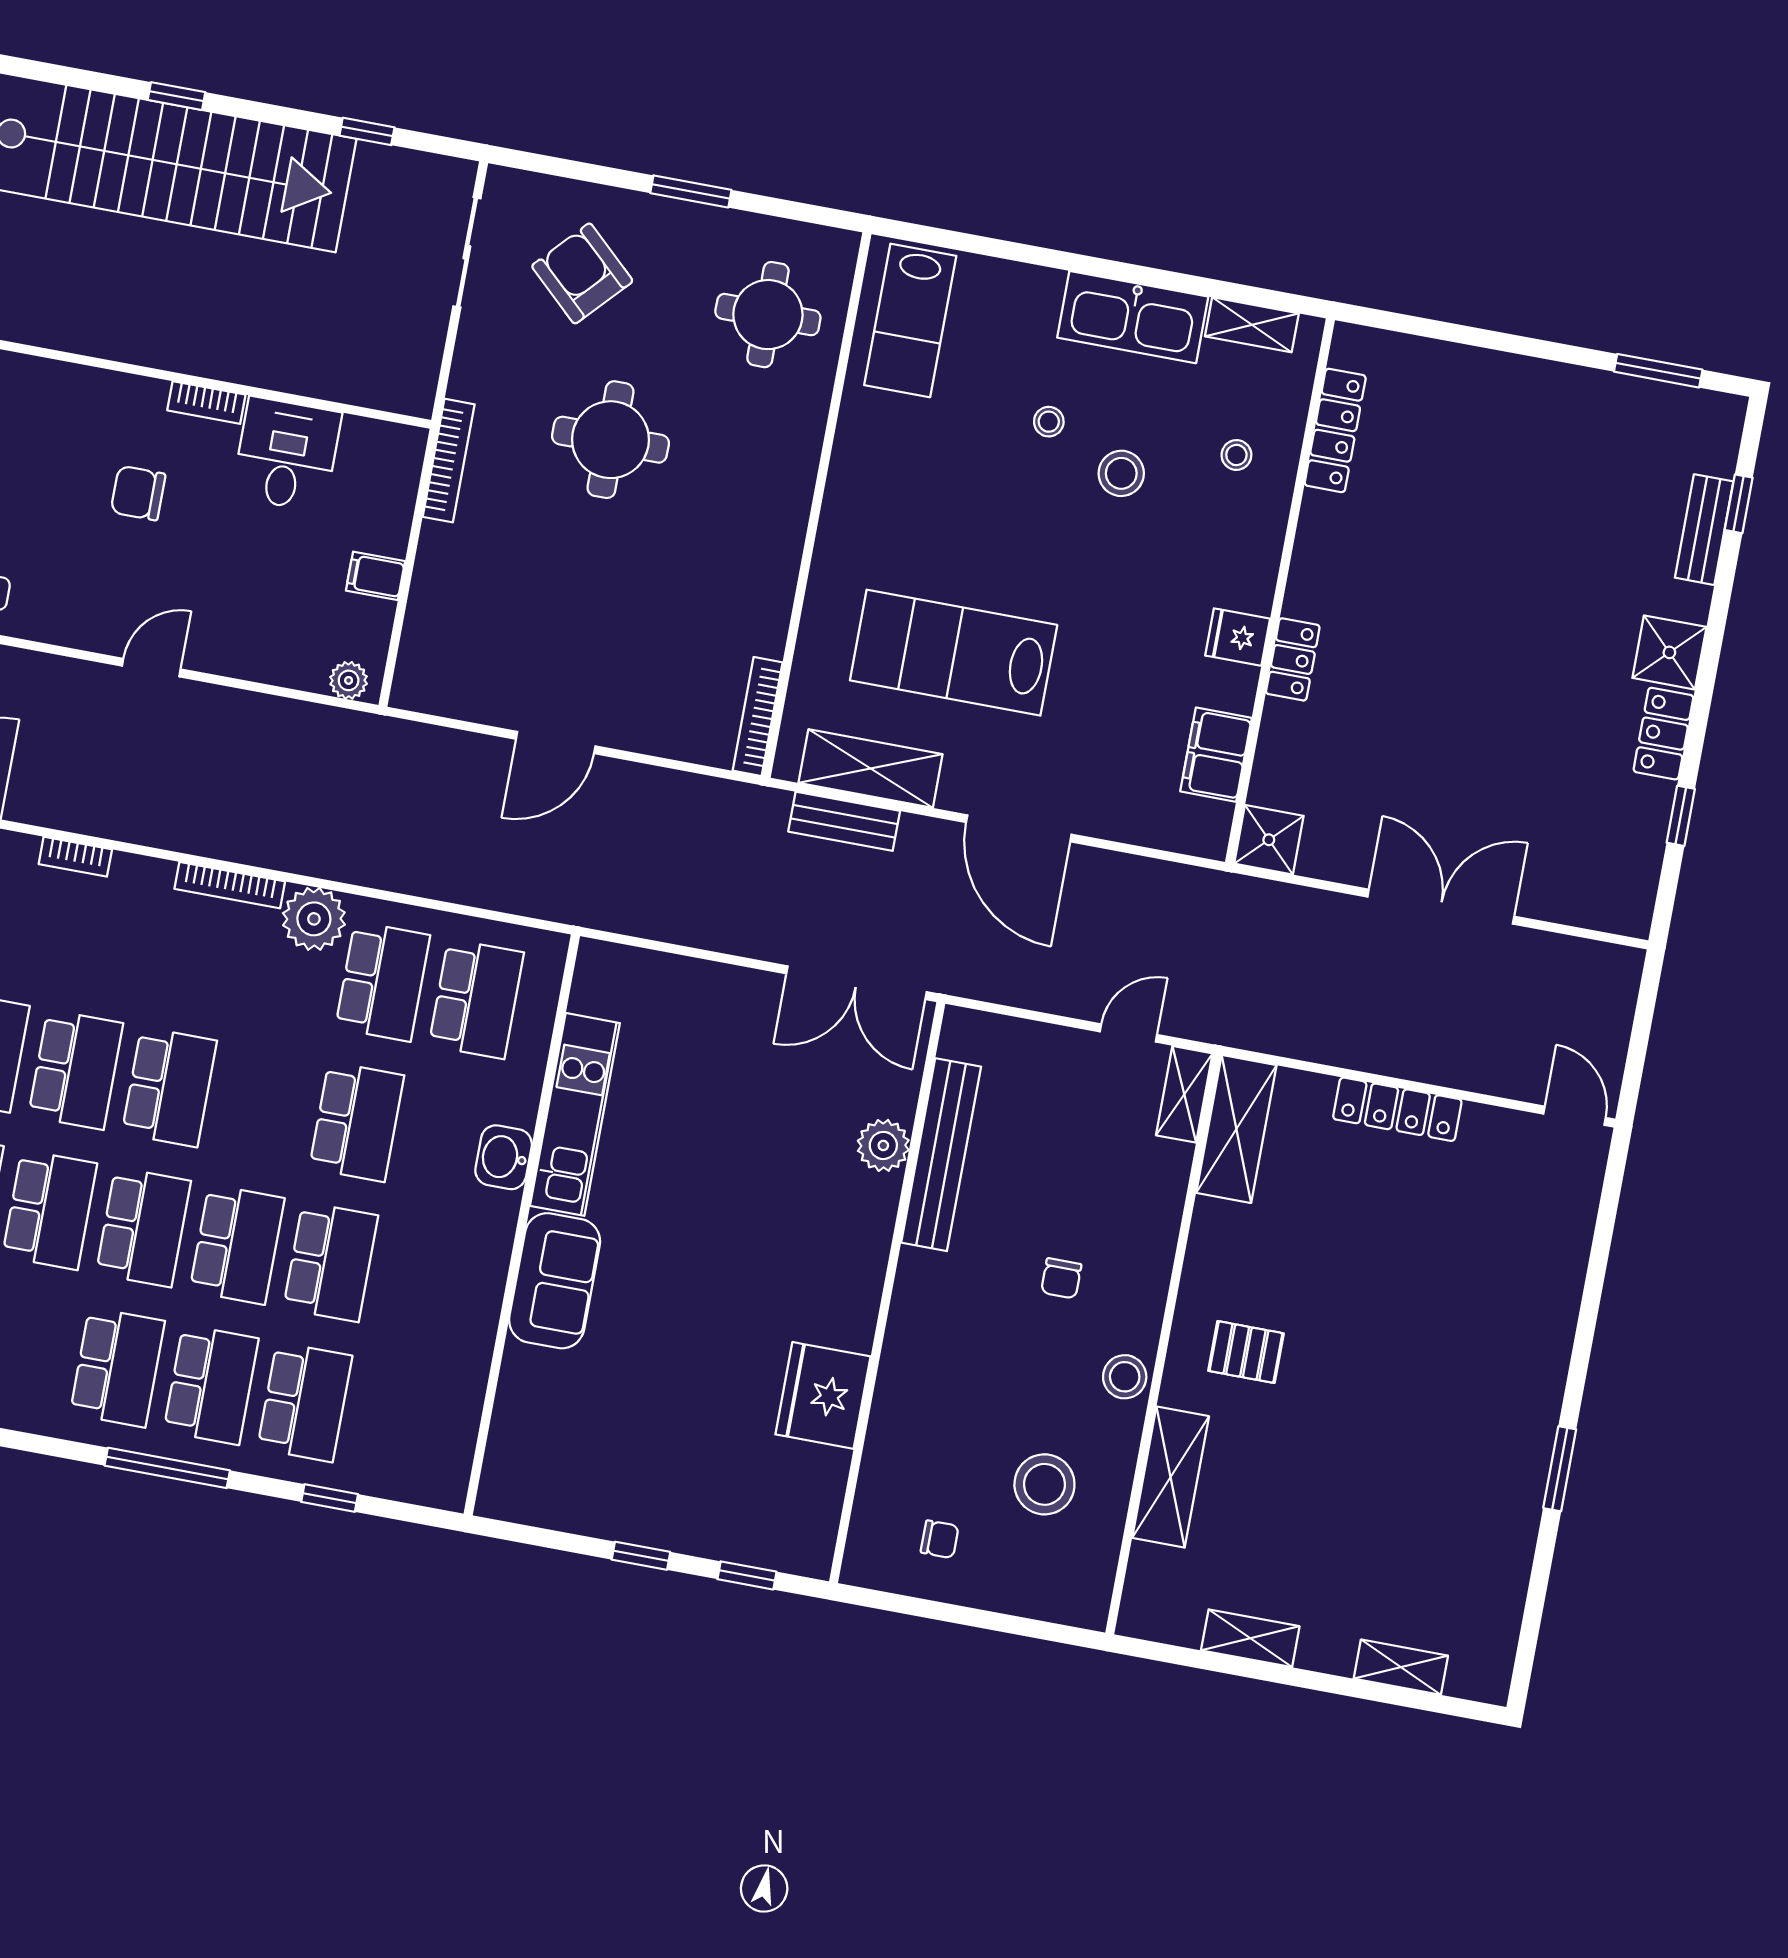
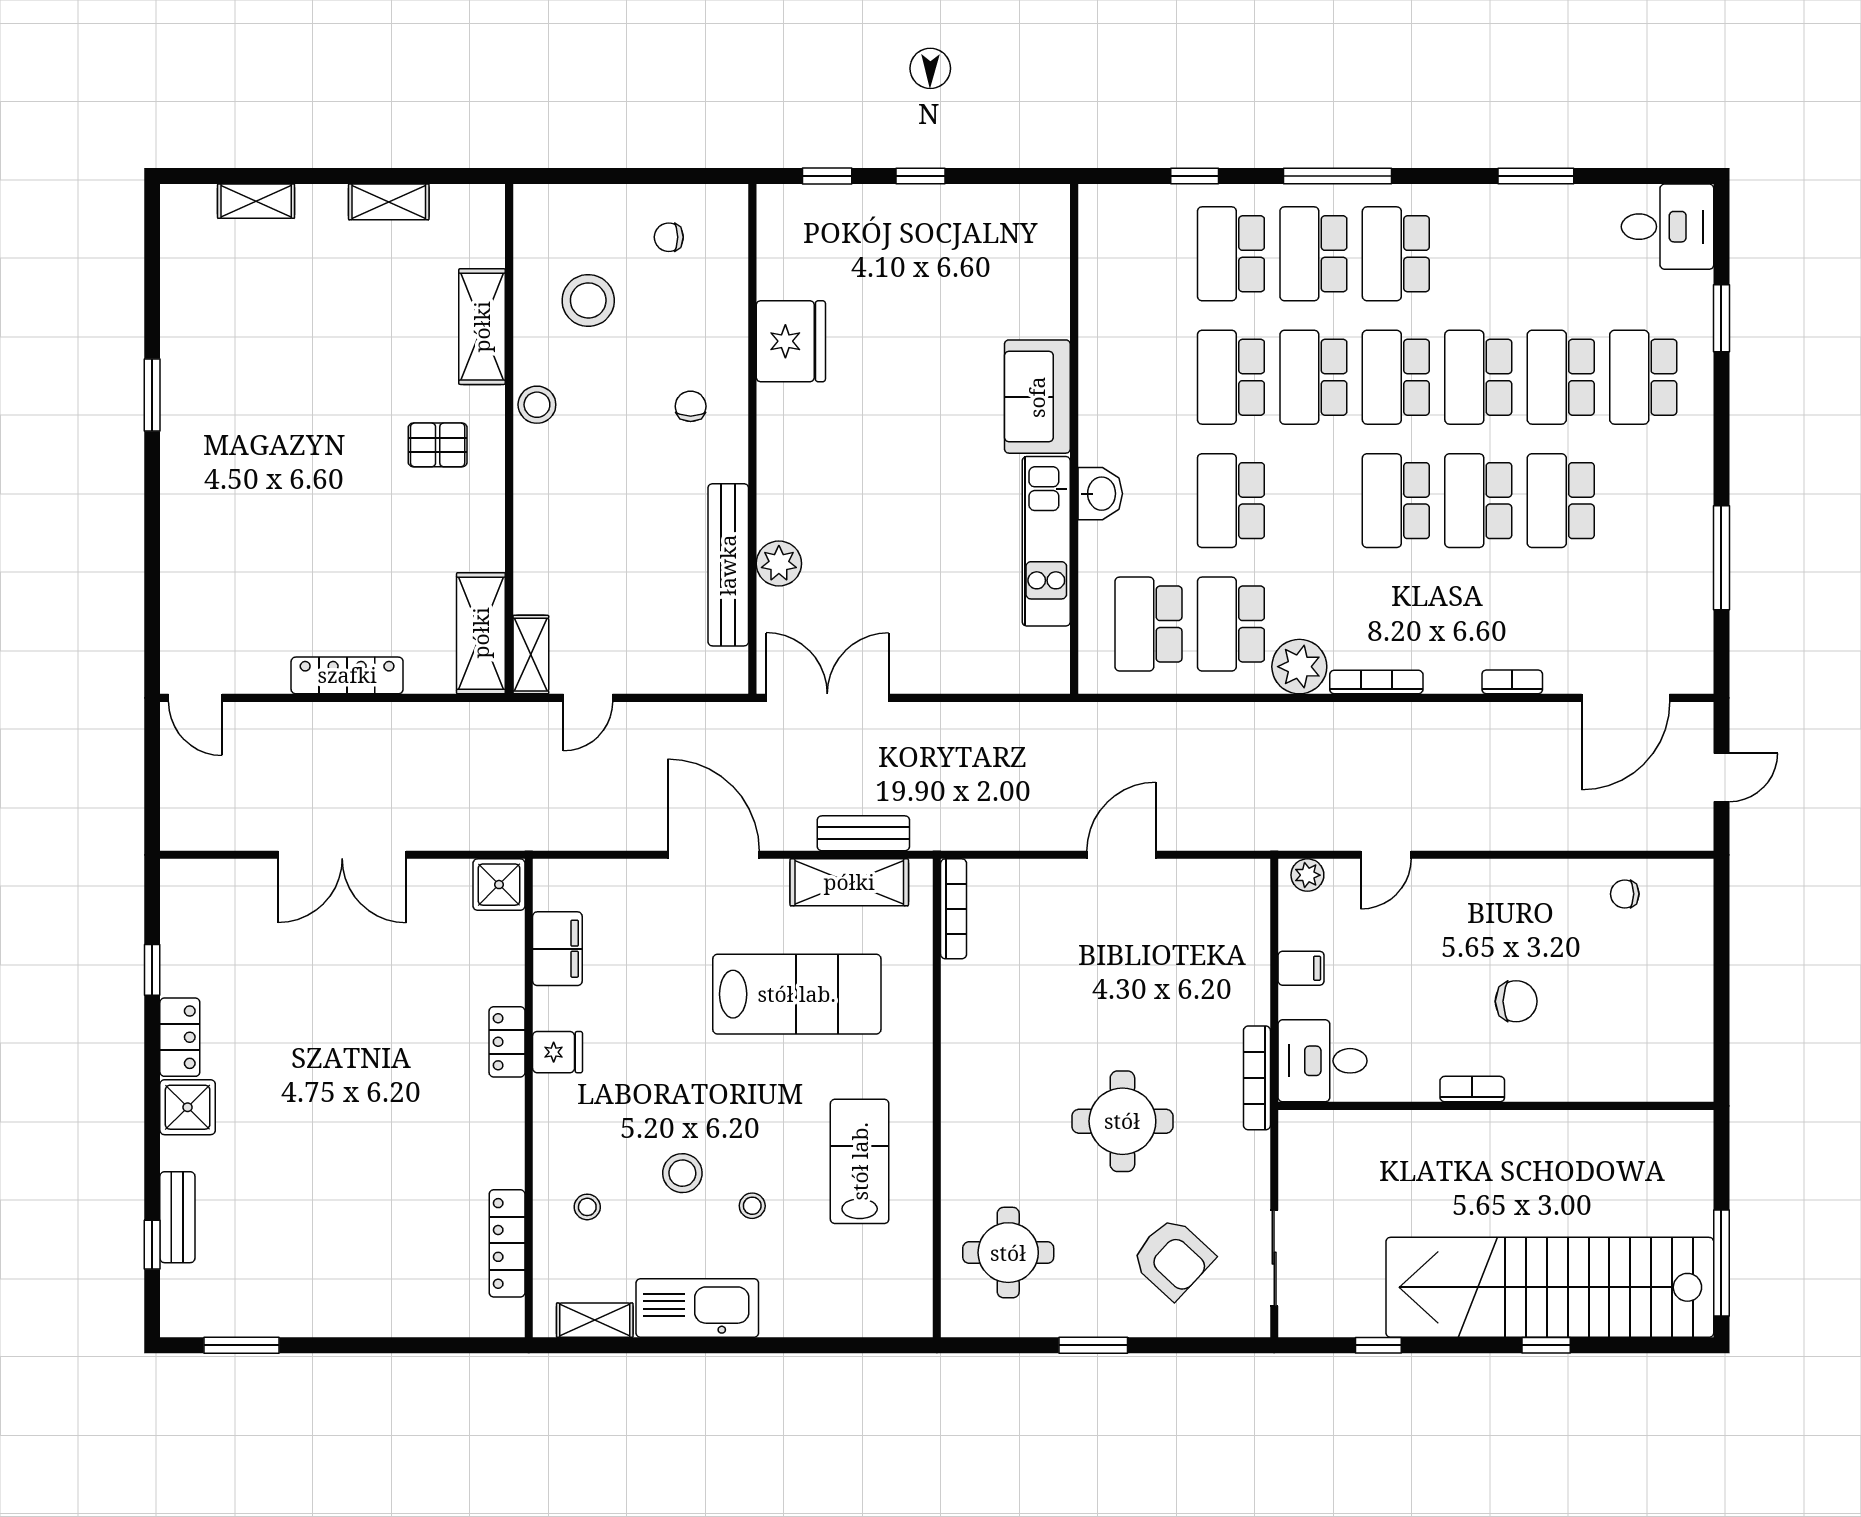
lab bench: (910, 321) -> (860, 1161), moved
desk: (287, 454) -> (1323, 1061), moved, turned 90
door: (151, 668) -> (1386, 855), moved
chair: (1061, 1278) -> (691, 406), moved

